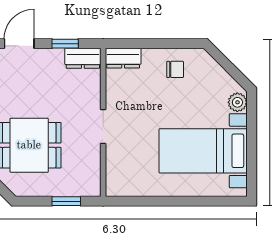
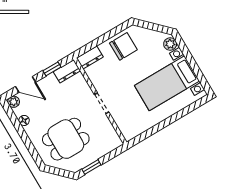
door: (19, 44) -> (26, 84), swing flipped
chair: (175, 69) -> (123, 46), width x1.87, depth x1.87
window: (66, 201) -> (91, 167), moved

